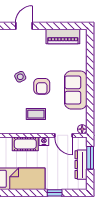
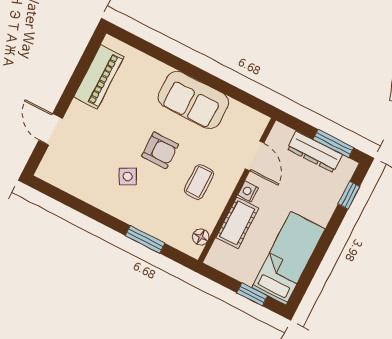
floor lamp: (82, 129) -> (201, 237), moved
door: (63, 135) -> (255, 156), hinge flipped
window: (90, 158) -> (333, 144), moved
window: (55, 193) -> (349, 195), moved

